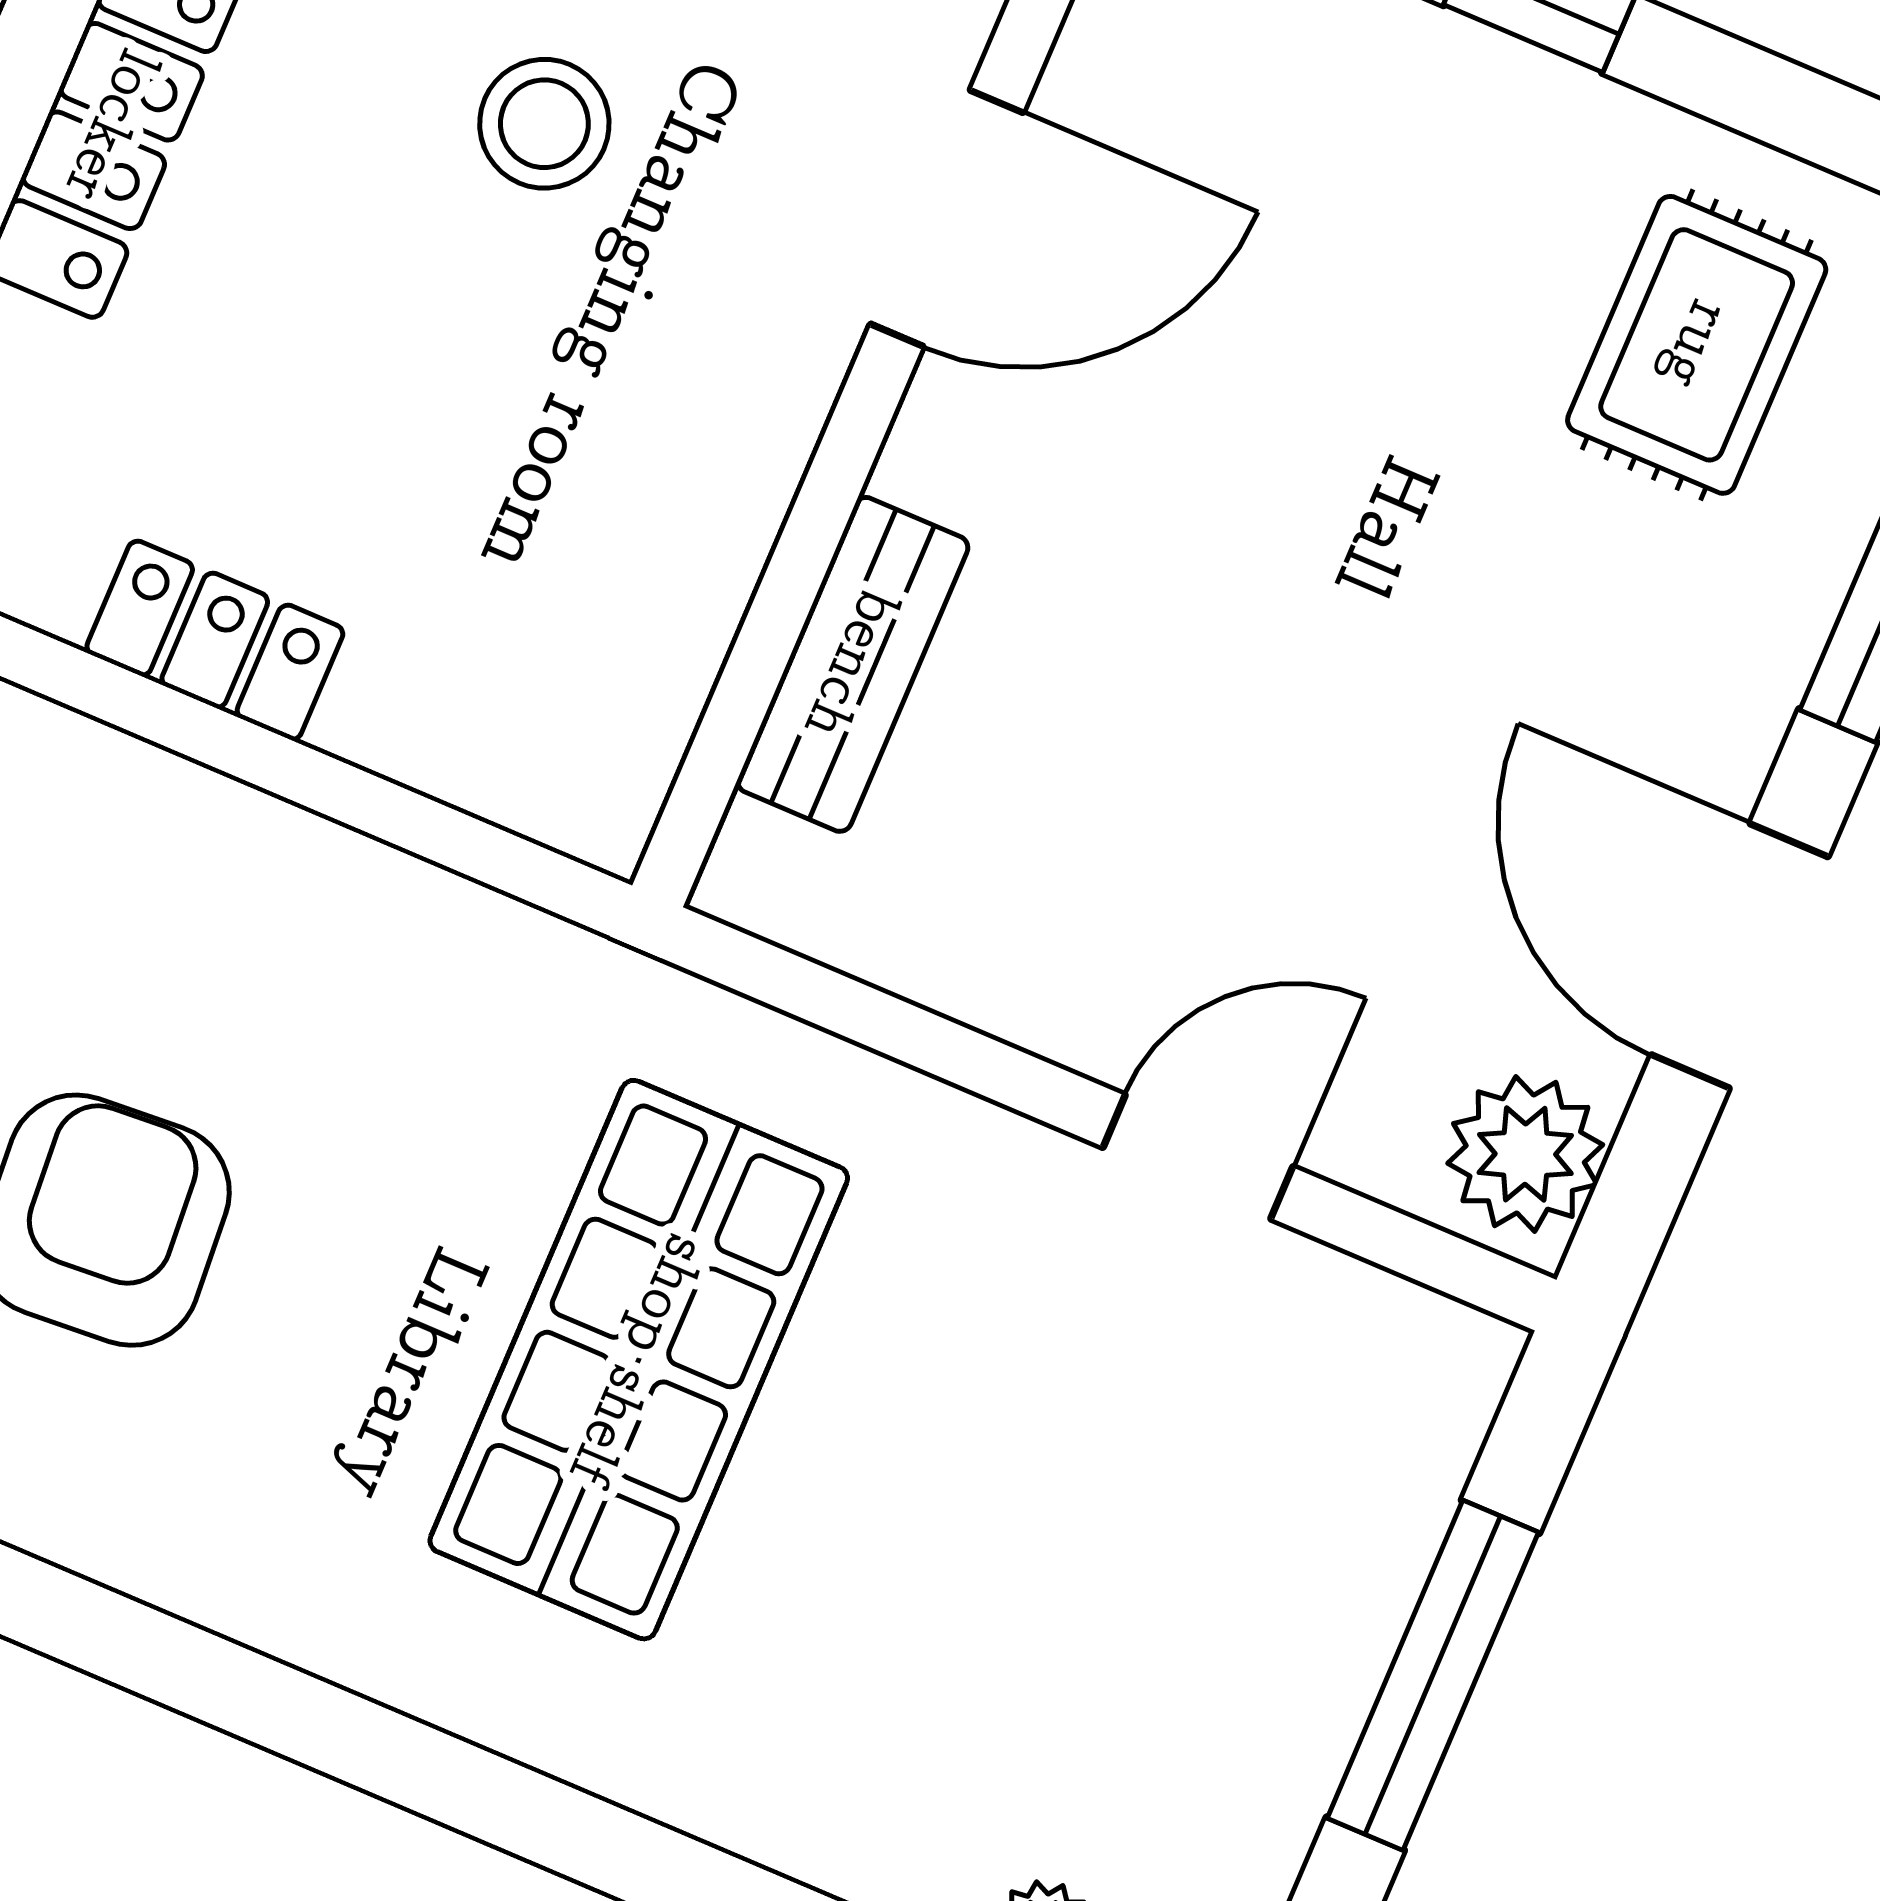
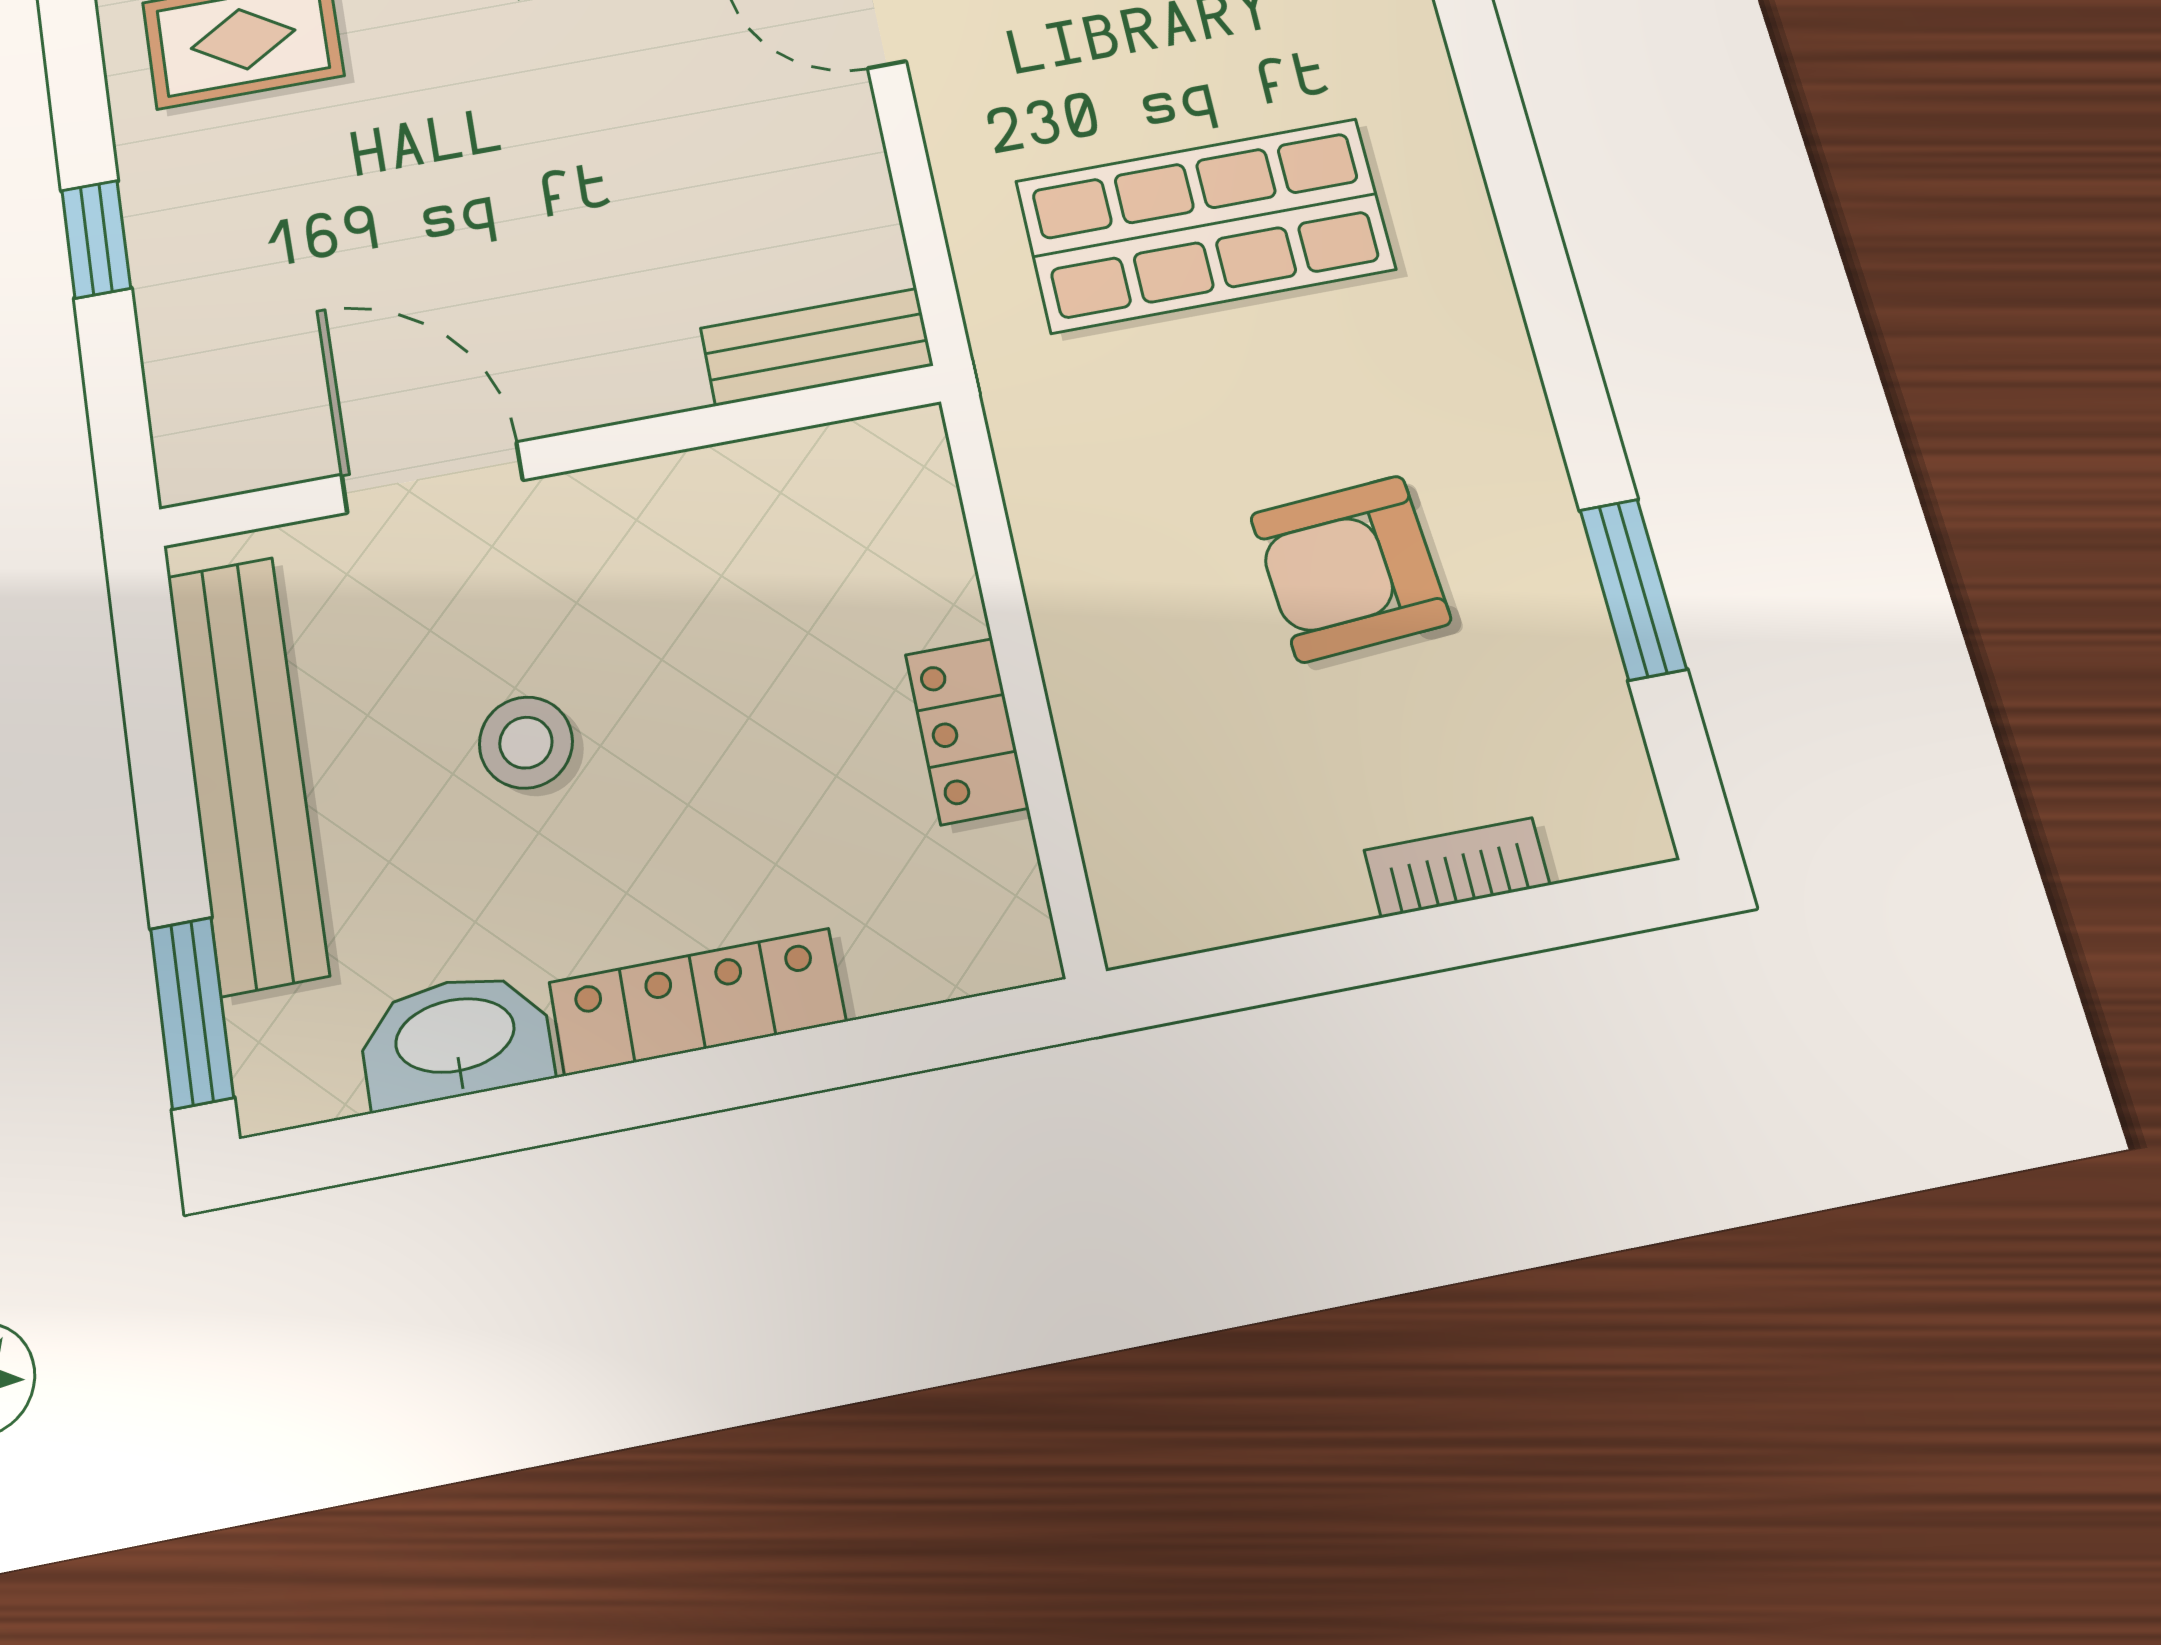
bench: (853, 664) -> (817, 347), moved

